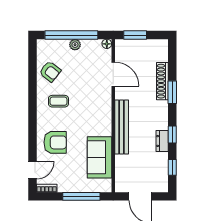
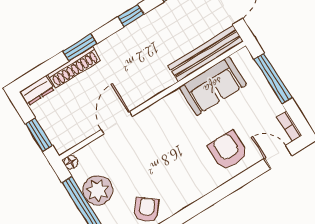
plant: (75, 45) -> (98, 190), width x1.88, depth x1.88
door: (113, 74) -> (117, 123), moved
coffee table: (58, 101) -> (176, 177), removed
bench: (122, 127) -> (206, 54), moved
dresser: (162, 141) -> (37, 90), moved

